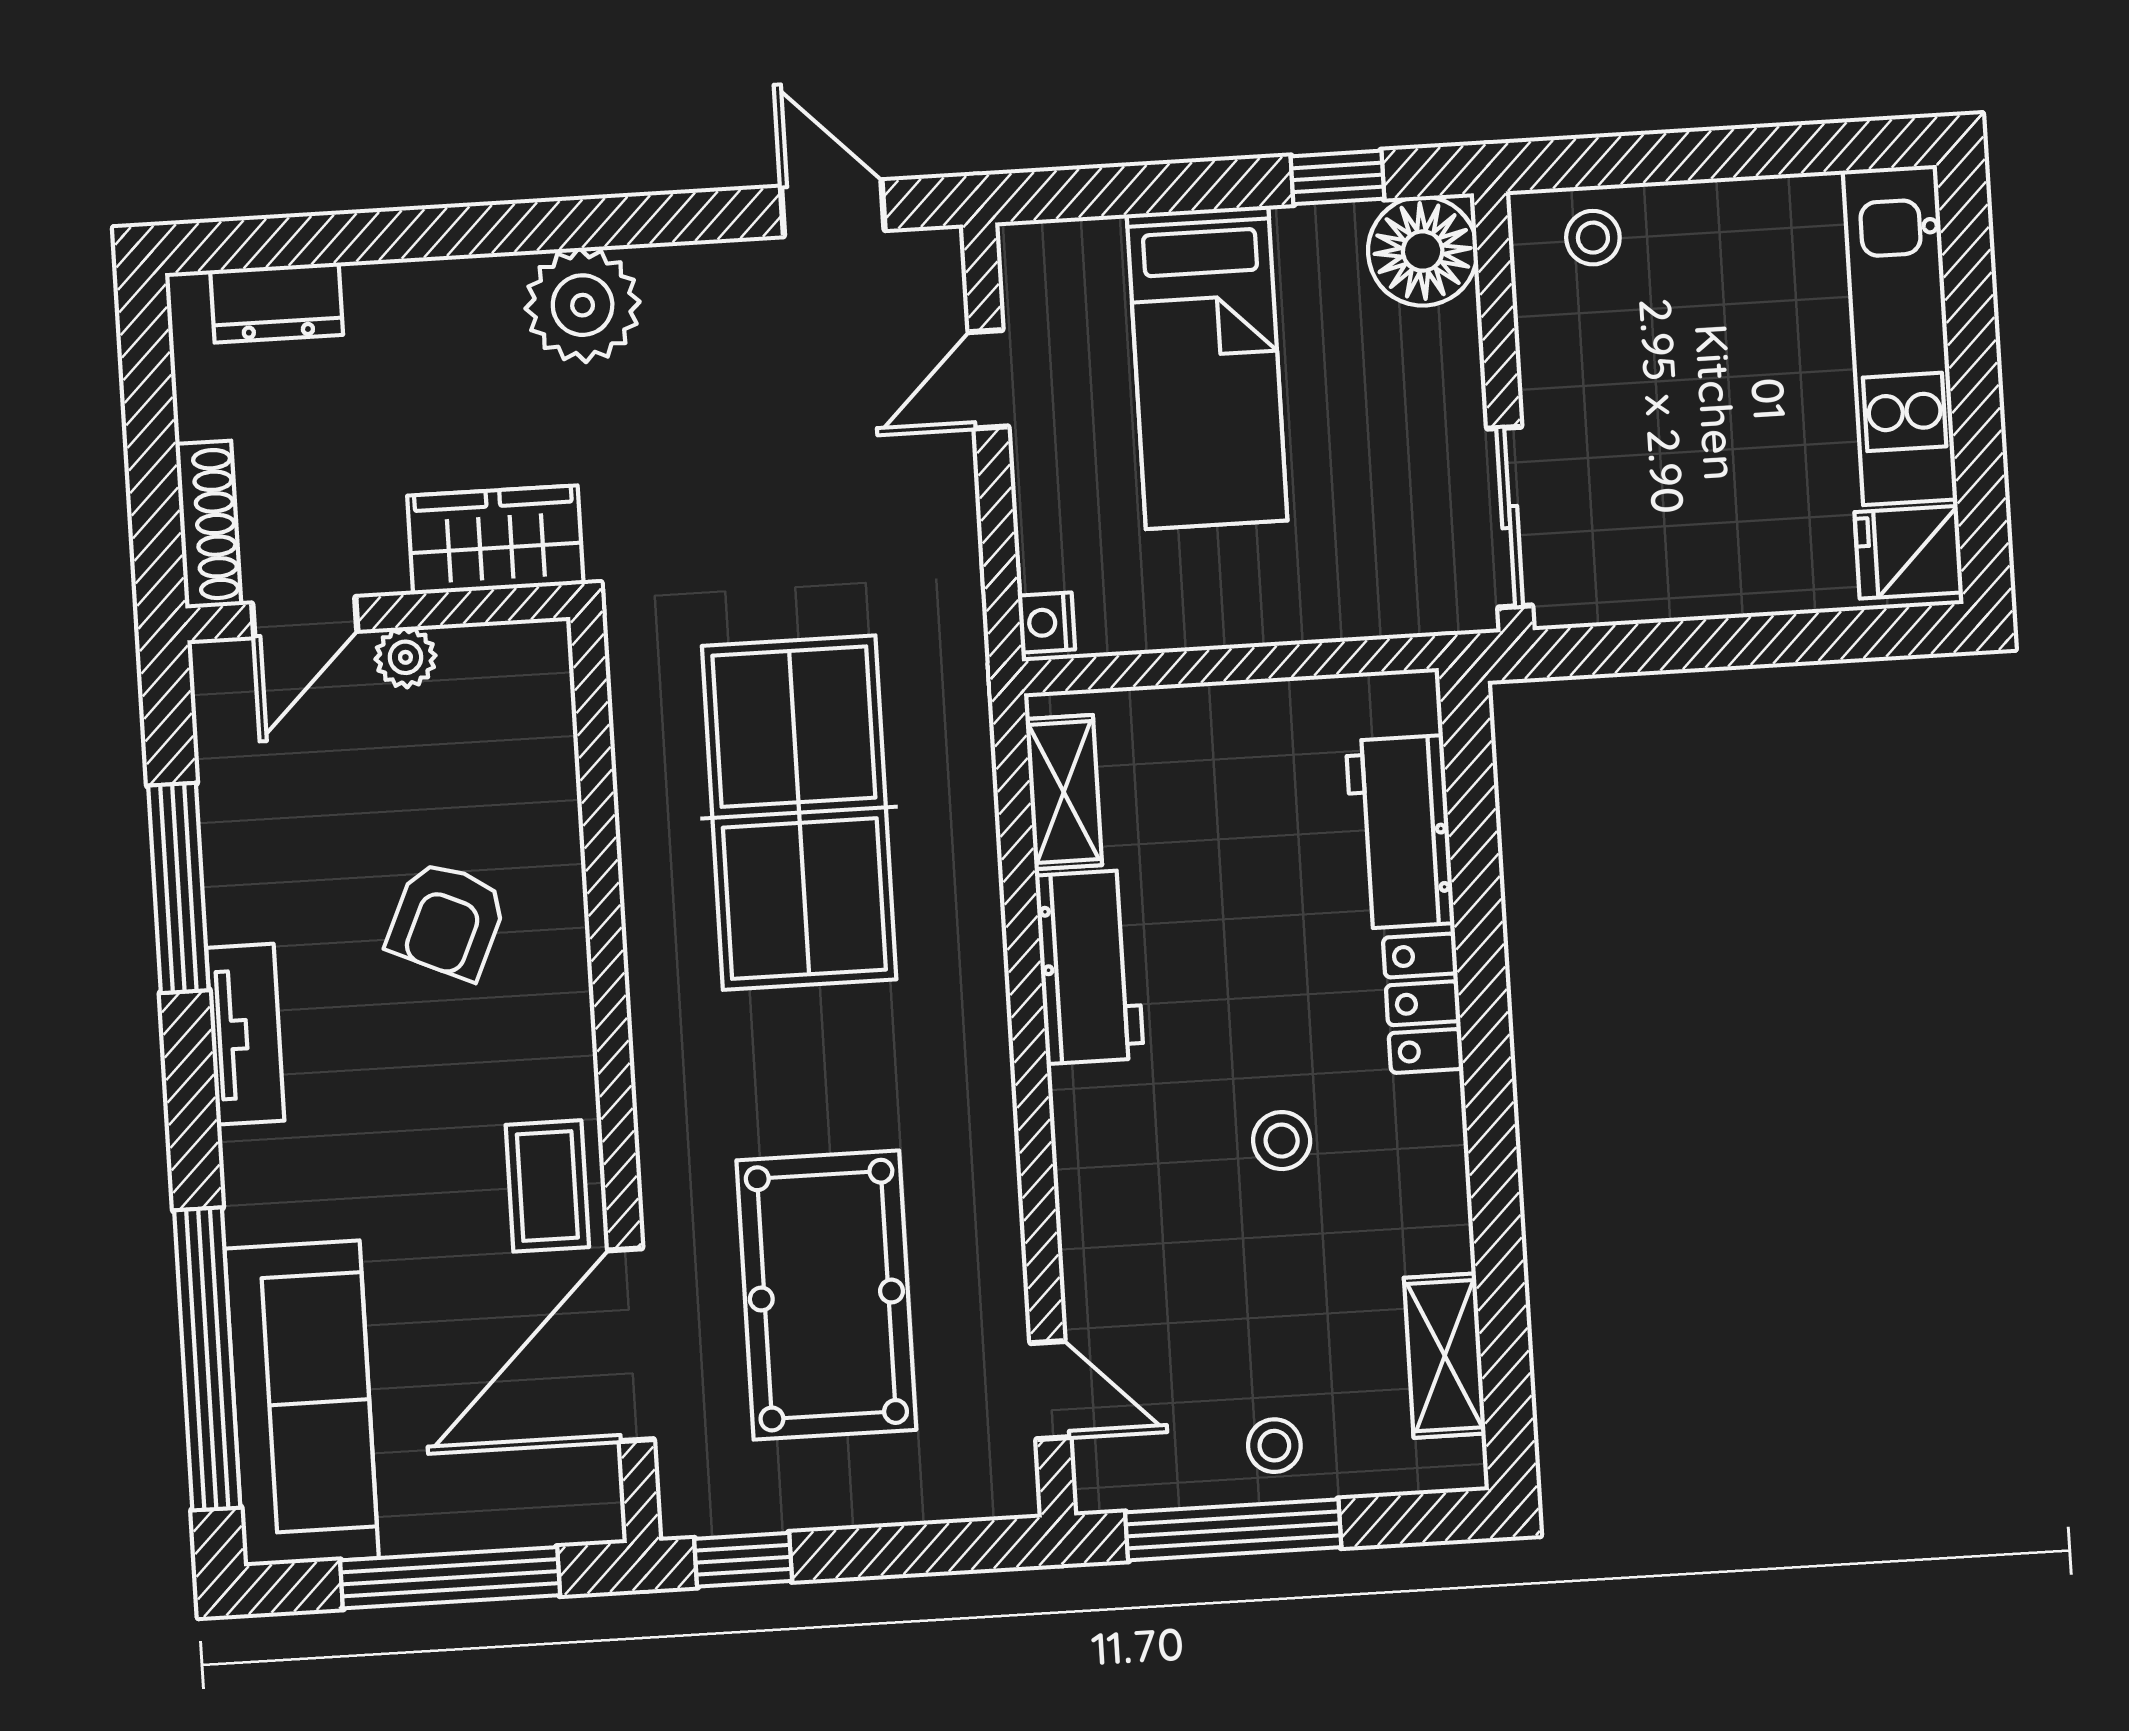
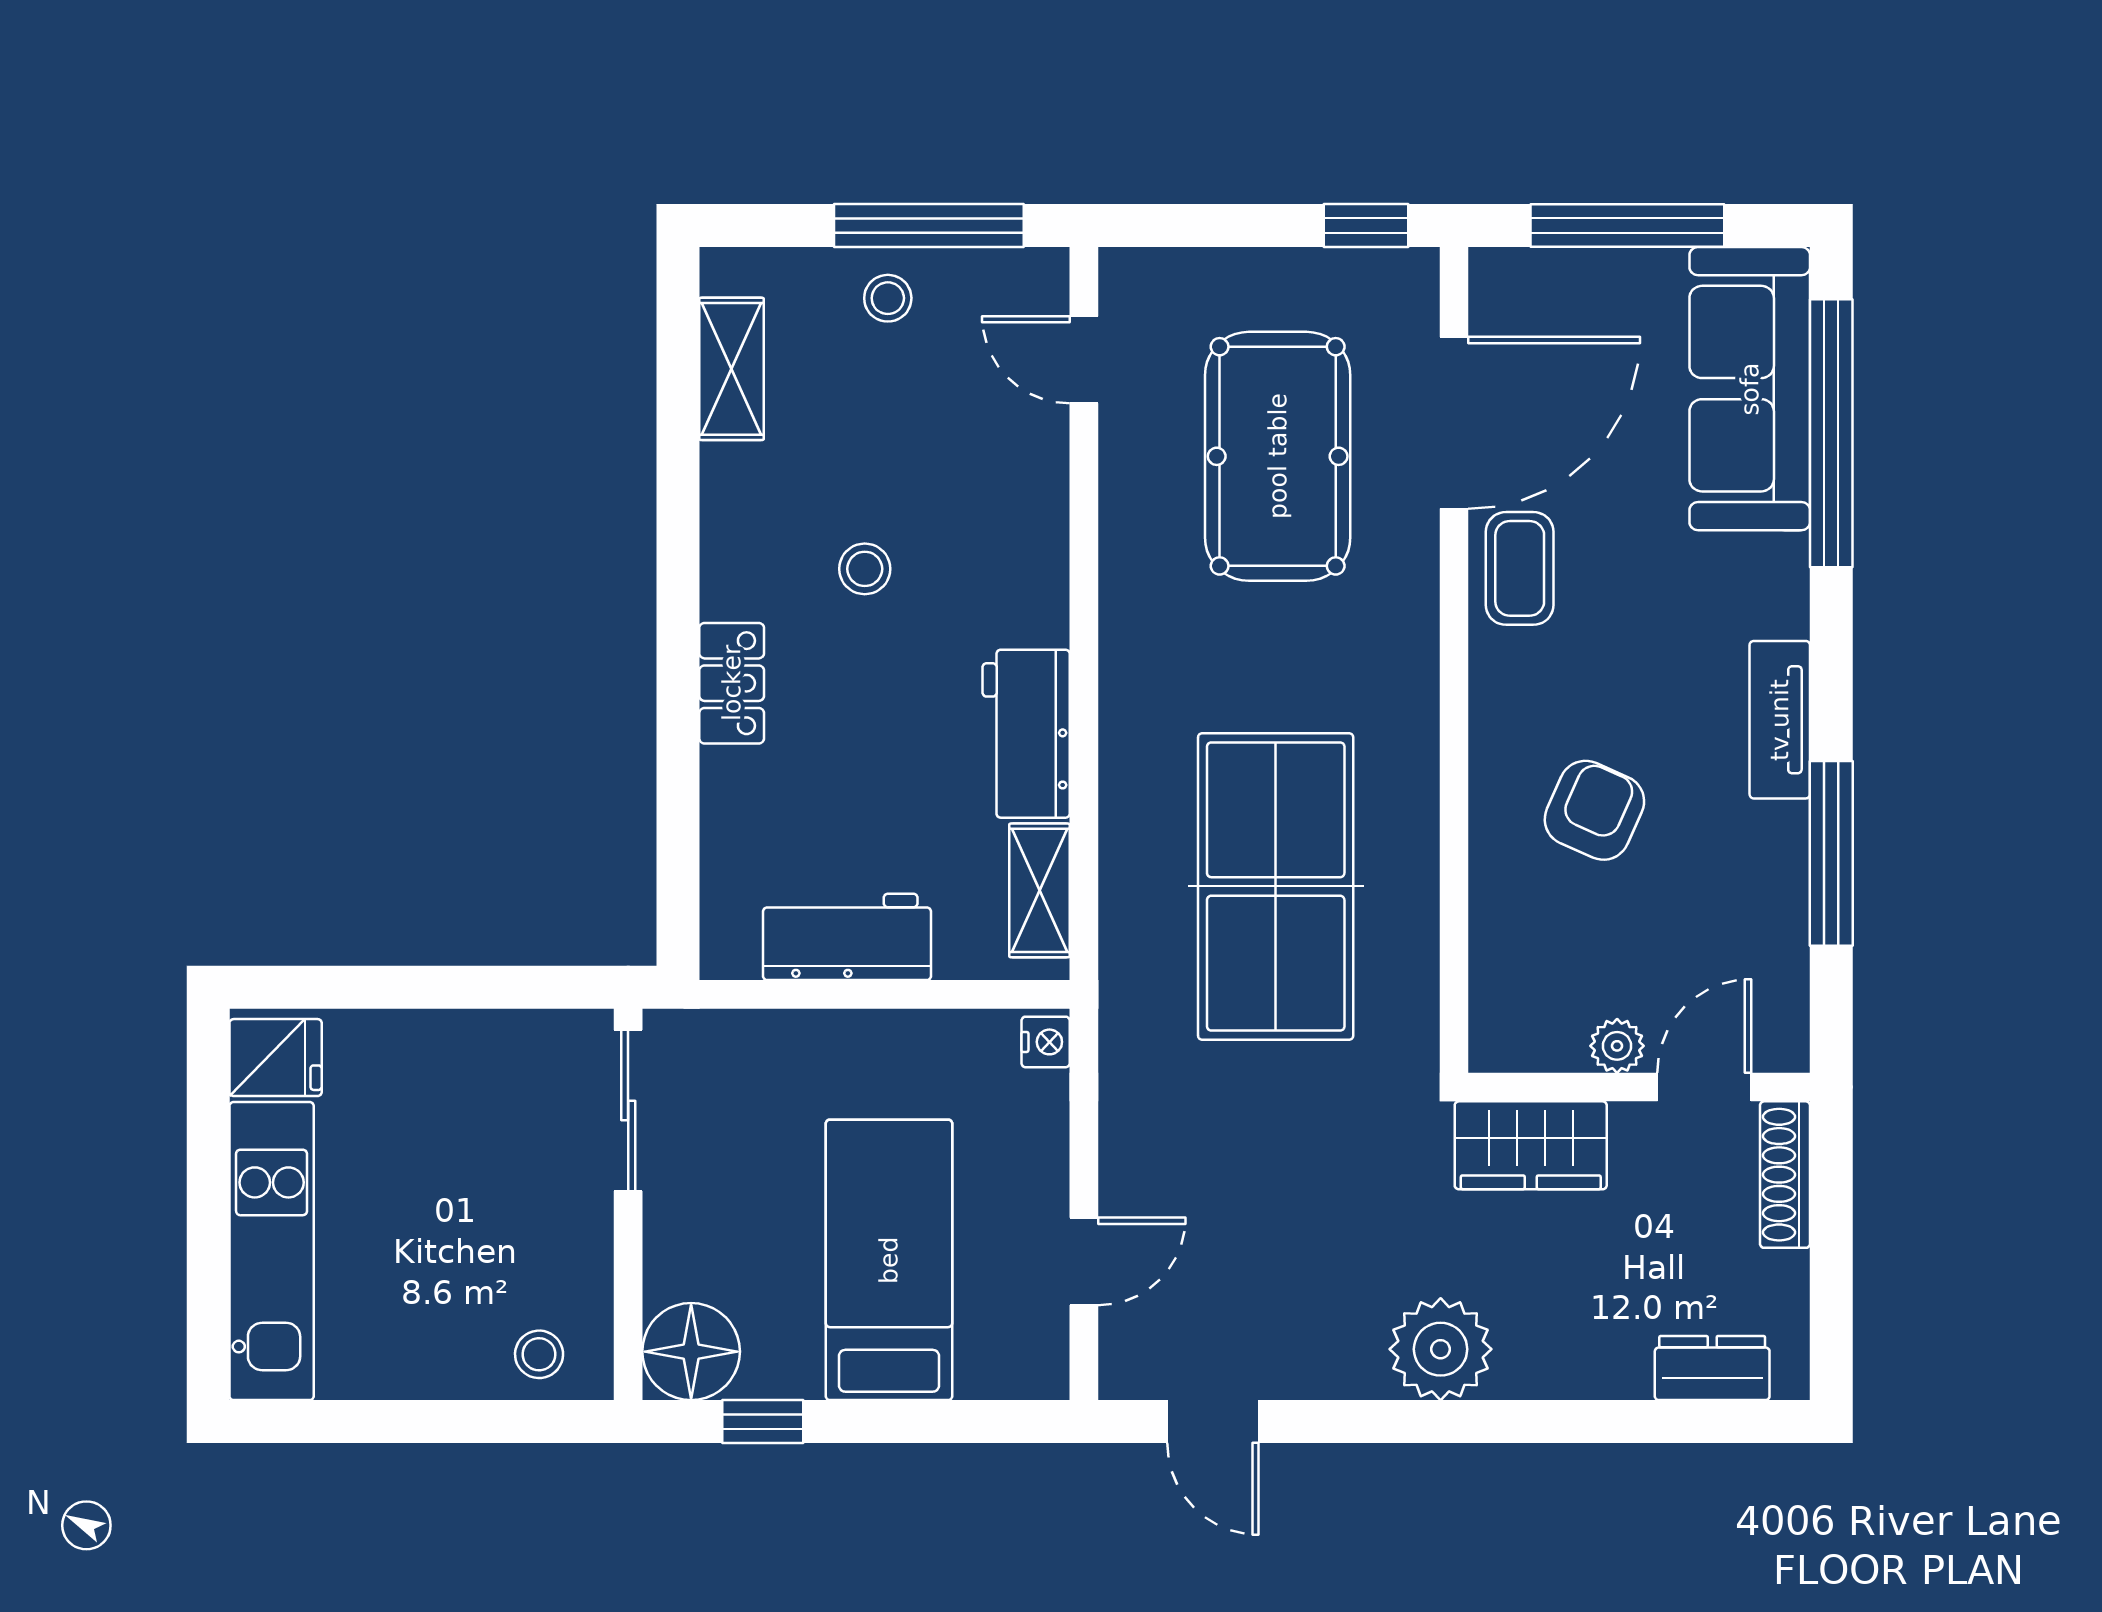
workbench: (1400, 832) -> (847, 937), moved, turned -90

